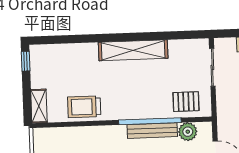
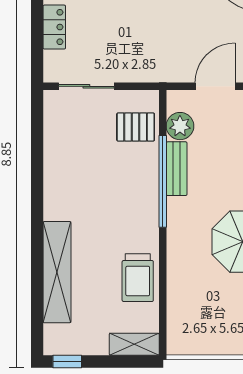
shelving: (133, 50) -> (57, 272), moved
pallet: (186, 102) -> (136, 127), turned 90
bench: (152, 131) -> (177, 169), width x0.73

